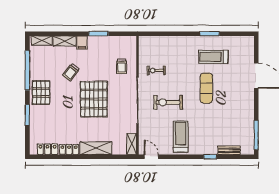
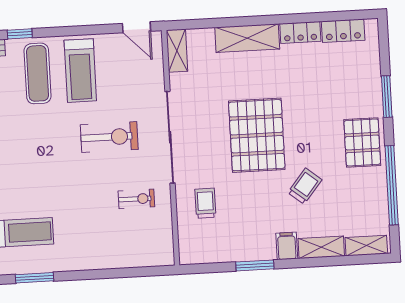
exercise mat: (206, 88) -> (38, 73), moved

